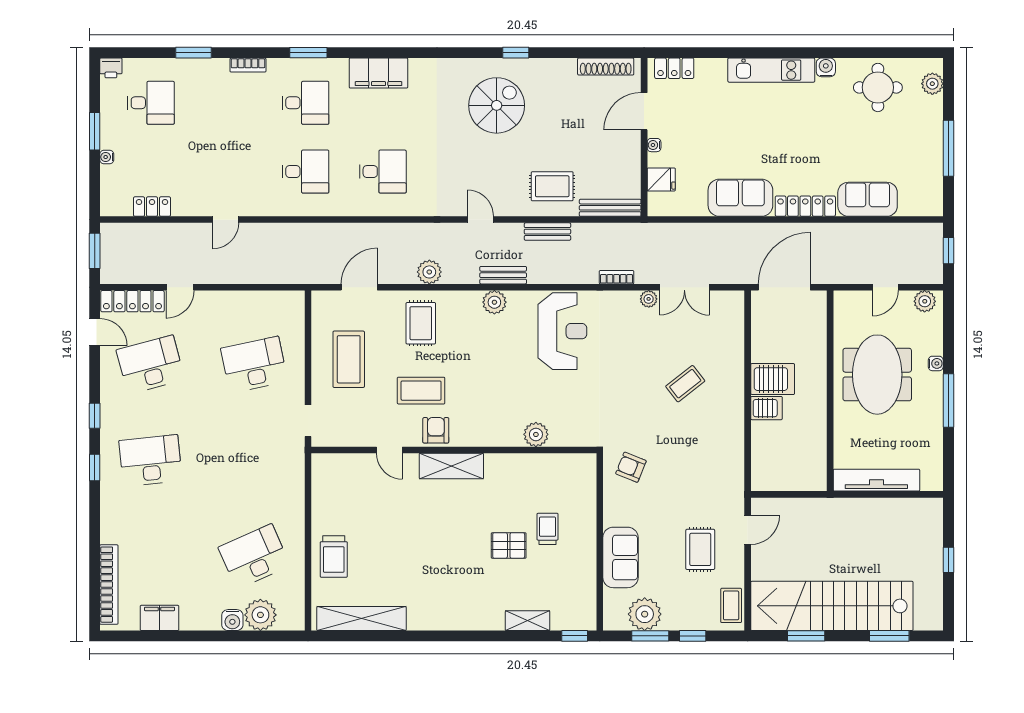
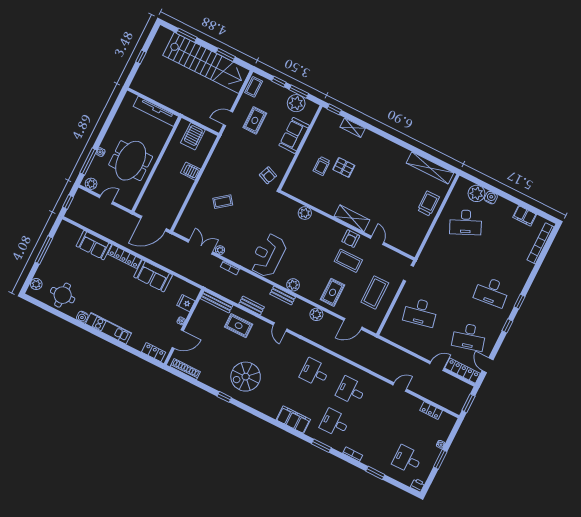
server rack: (773, 379) -> (193, 136), moved, turned -90
window: (948, 401) -> (88, 162), moved

